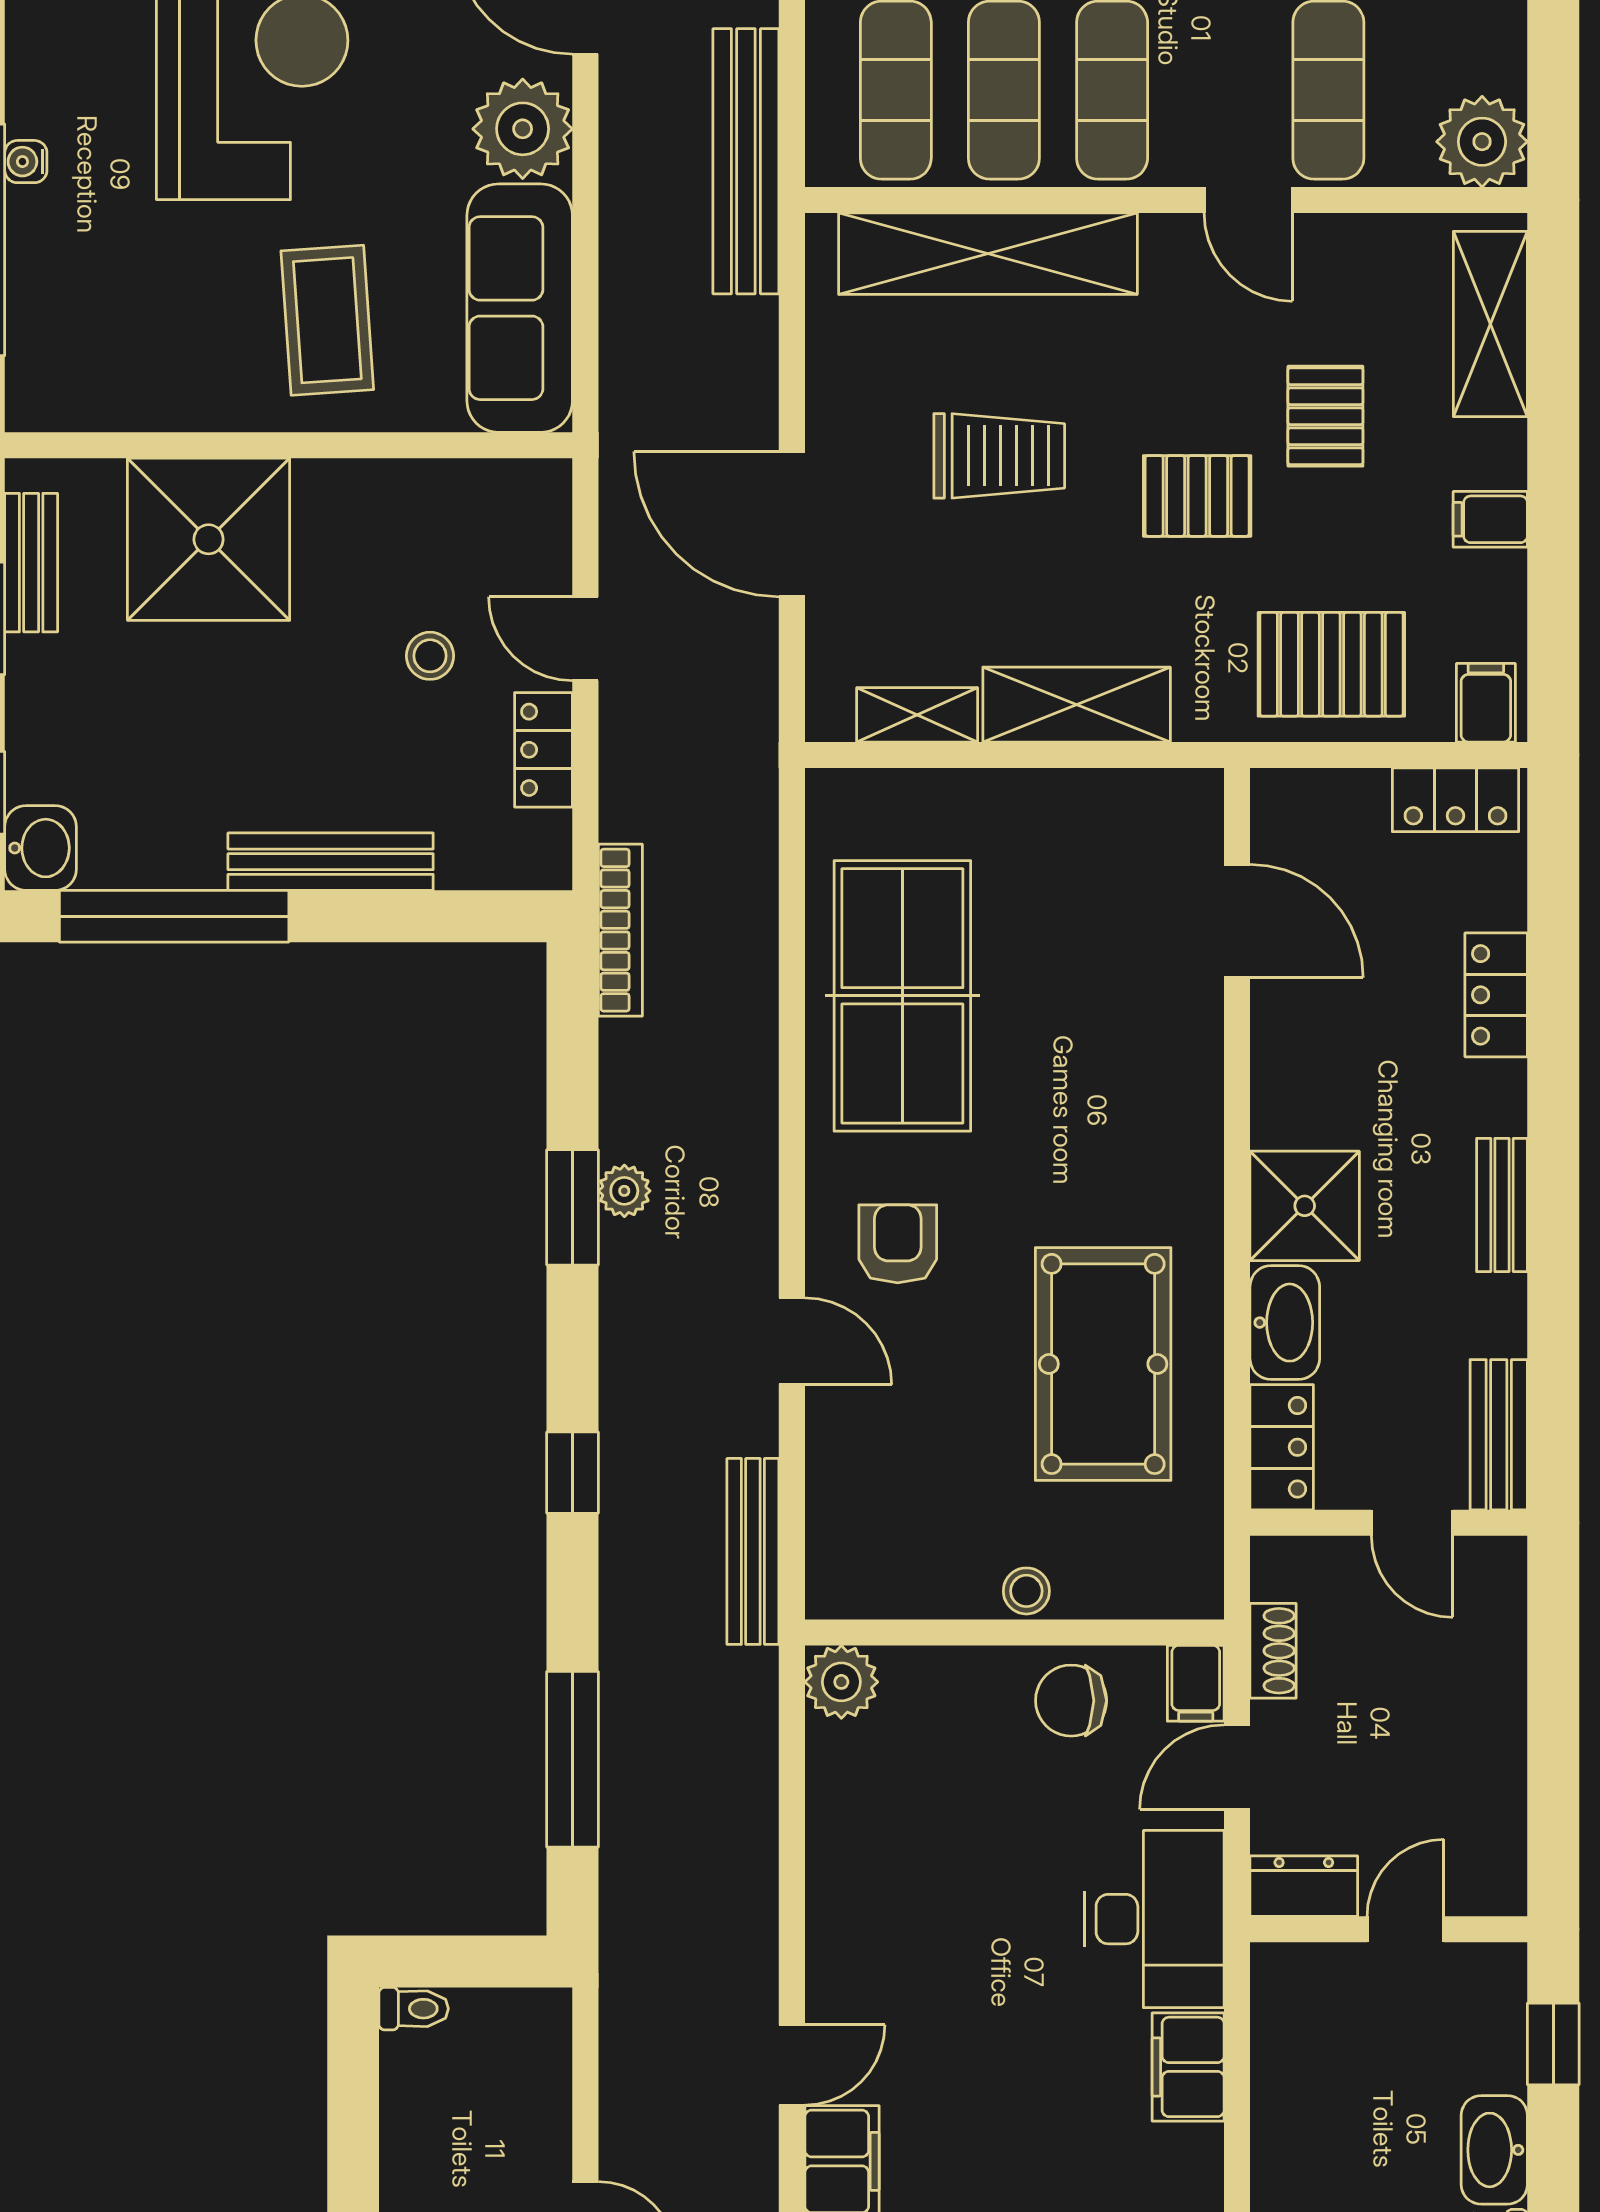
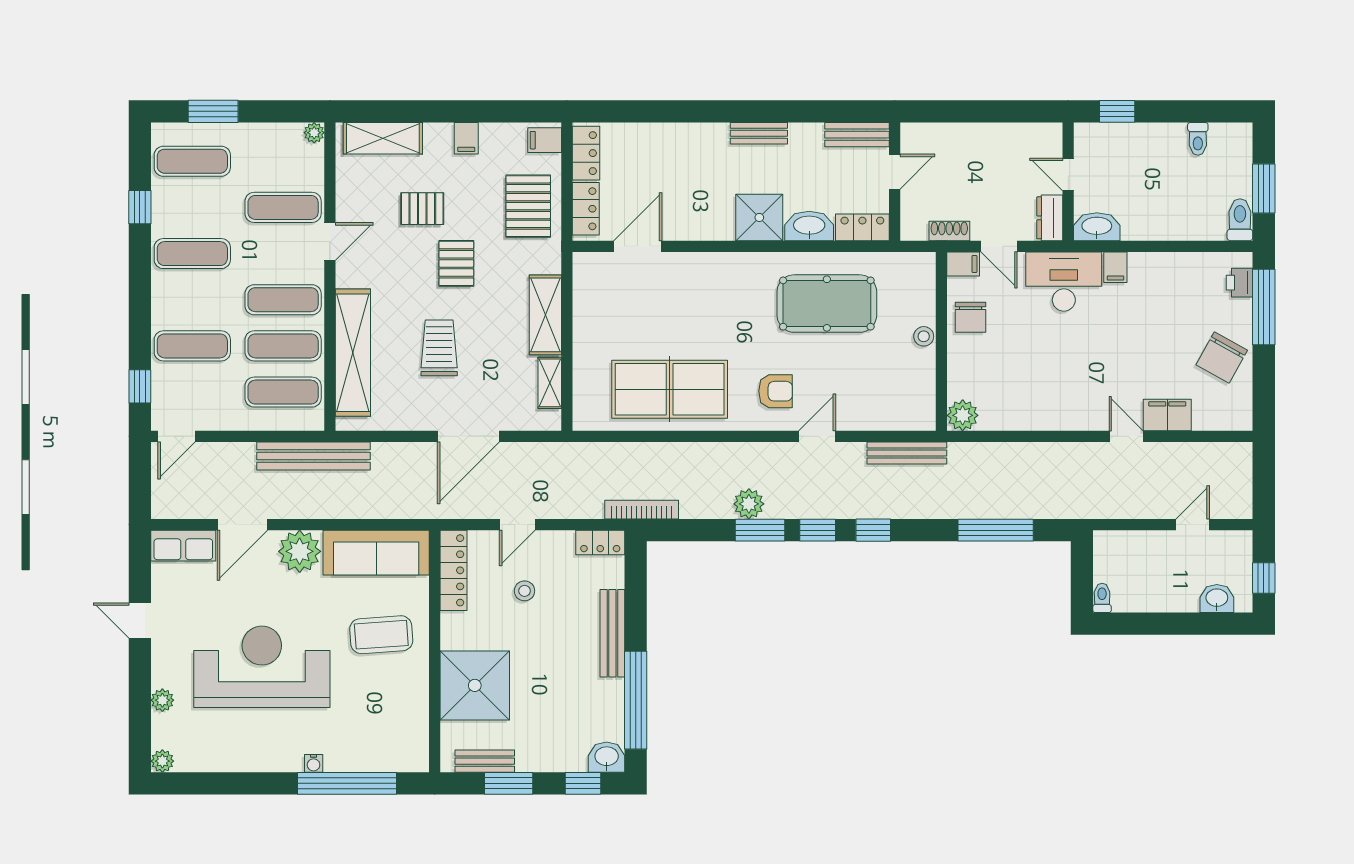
plant: (1482, 142) -> (314, 133), width x0.53, depth x0.53
locker: (478, 489) -> (453, 570), added
locker: (544, 750) -> (600, 542), moved
locker: (1496, 995) -> (586, 209), moved, turned -90
plant: (624, 1191) -> (749, 504), width x1.38, depth x1.38
armchair: (898, 1244) -> (776, 391), turned 180
window: (572, 1342) -> (818, 530), added
filing cabinet: (1188, 2067) -> (1115, 267), width x0.50
washbasin: (1494, 2150) -> (1097, 227), moved, turned 180

